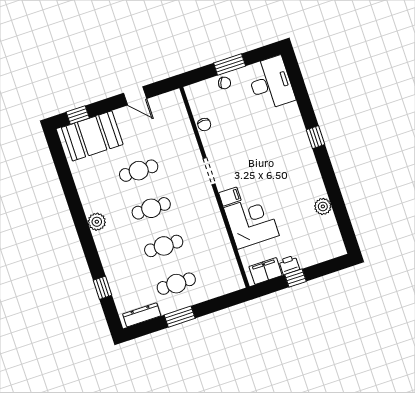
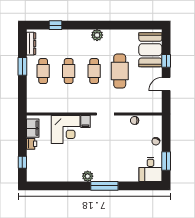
window: (230, 64) -> (166, 161), moved
desk: (271, 83) -> (151, 169), width x0.73
window: (78, 115) -> (166, 61), moved
window: (316, 137) -> (104, 186), width x2.17
cafe table: (139, 171) -> (120, 71), width x1.37, depth x1.35
plant: (323, 206) -> (88, 176), moved
window: (295, 278) -> (22, 162), moved

